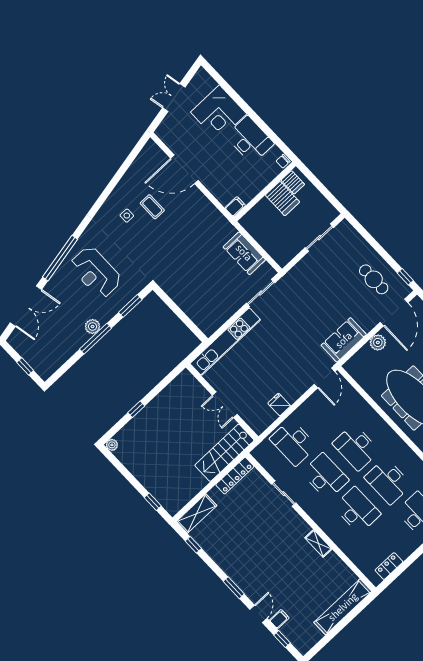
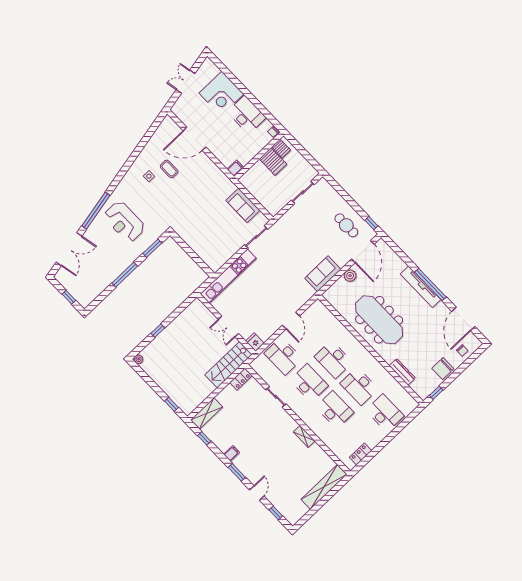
plant: (93, 326) -> (122, 265), removed
door: (325, 378) -> (291, 321), moved
fridge: (279, 405) -> (255, 342), moved
locker: (235, 476) -> (241, 379), width x0.66
filing cabinet: (279, 619) -> (232, 453), moved

